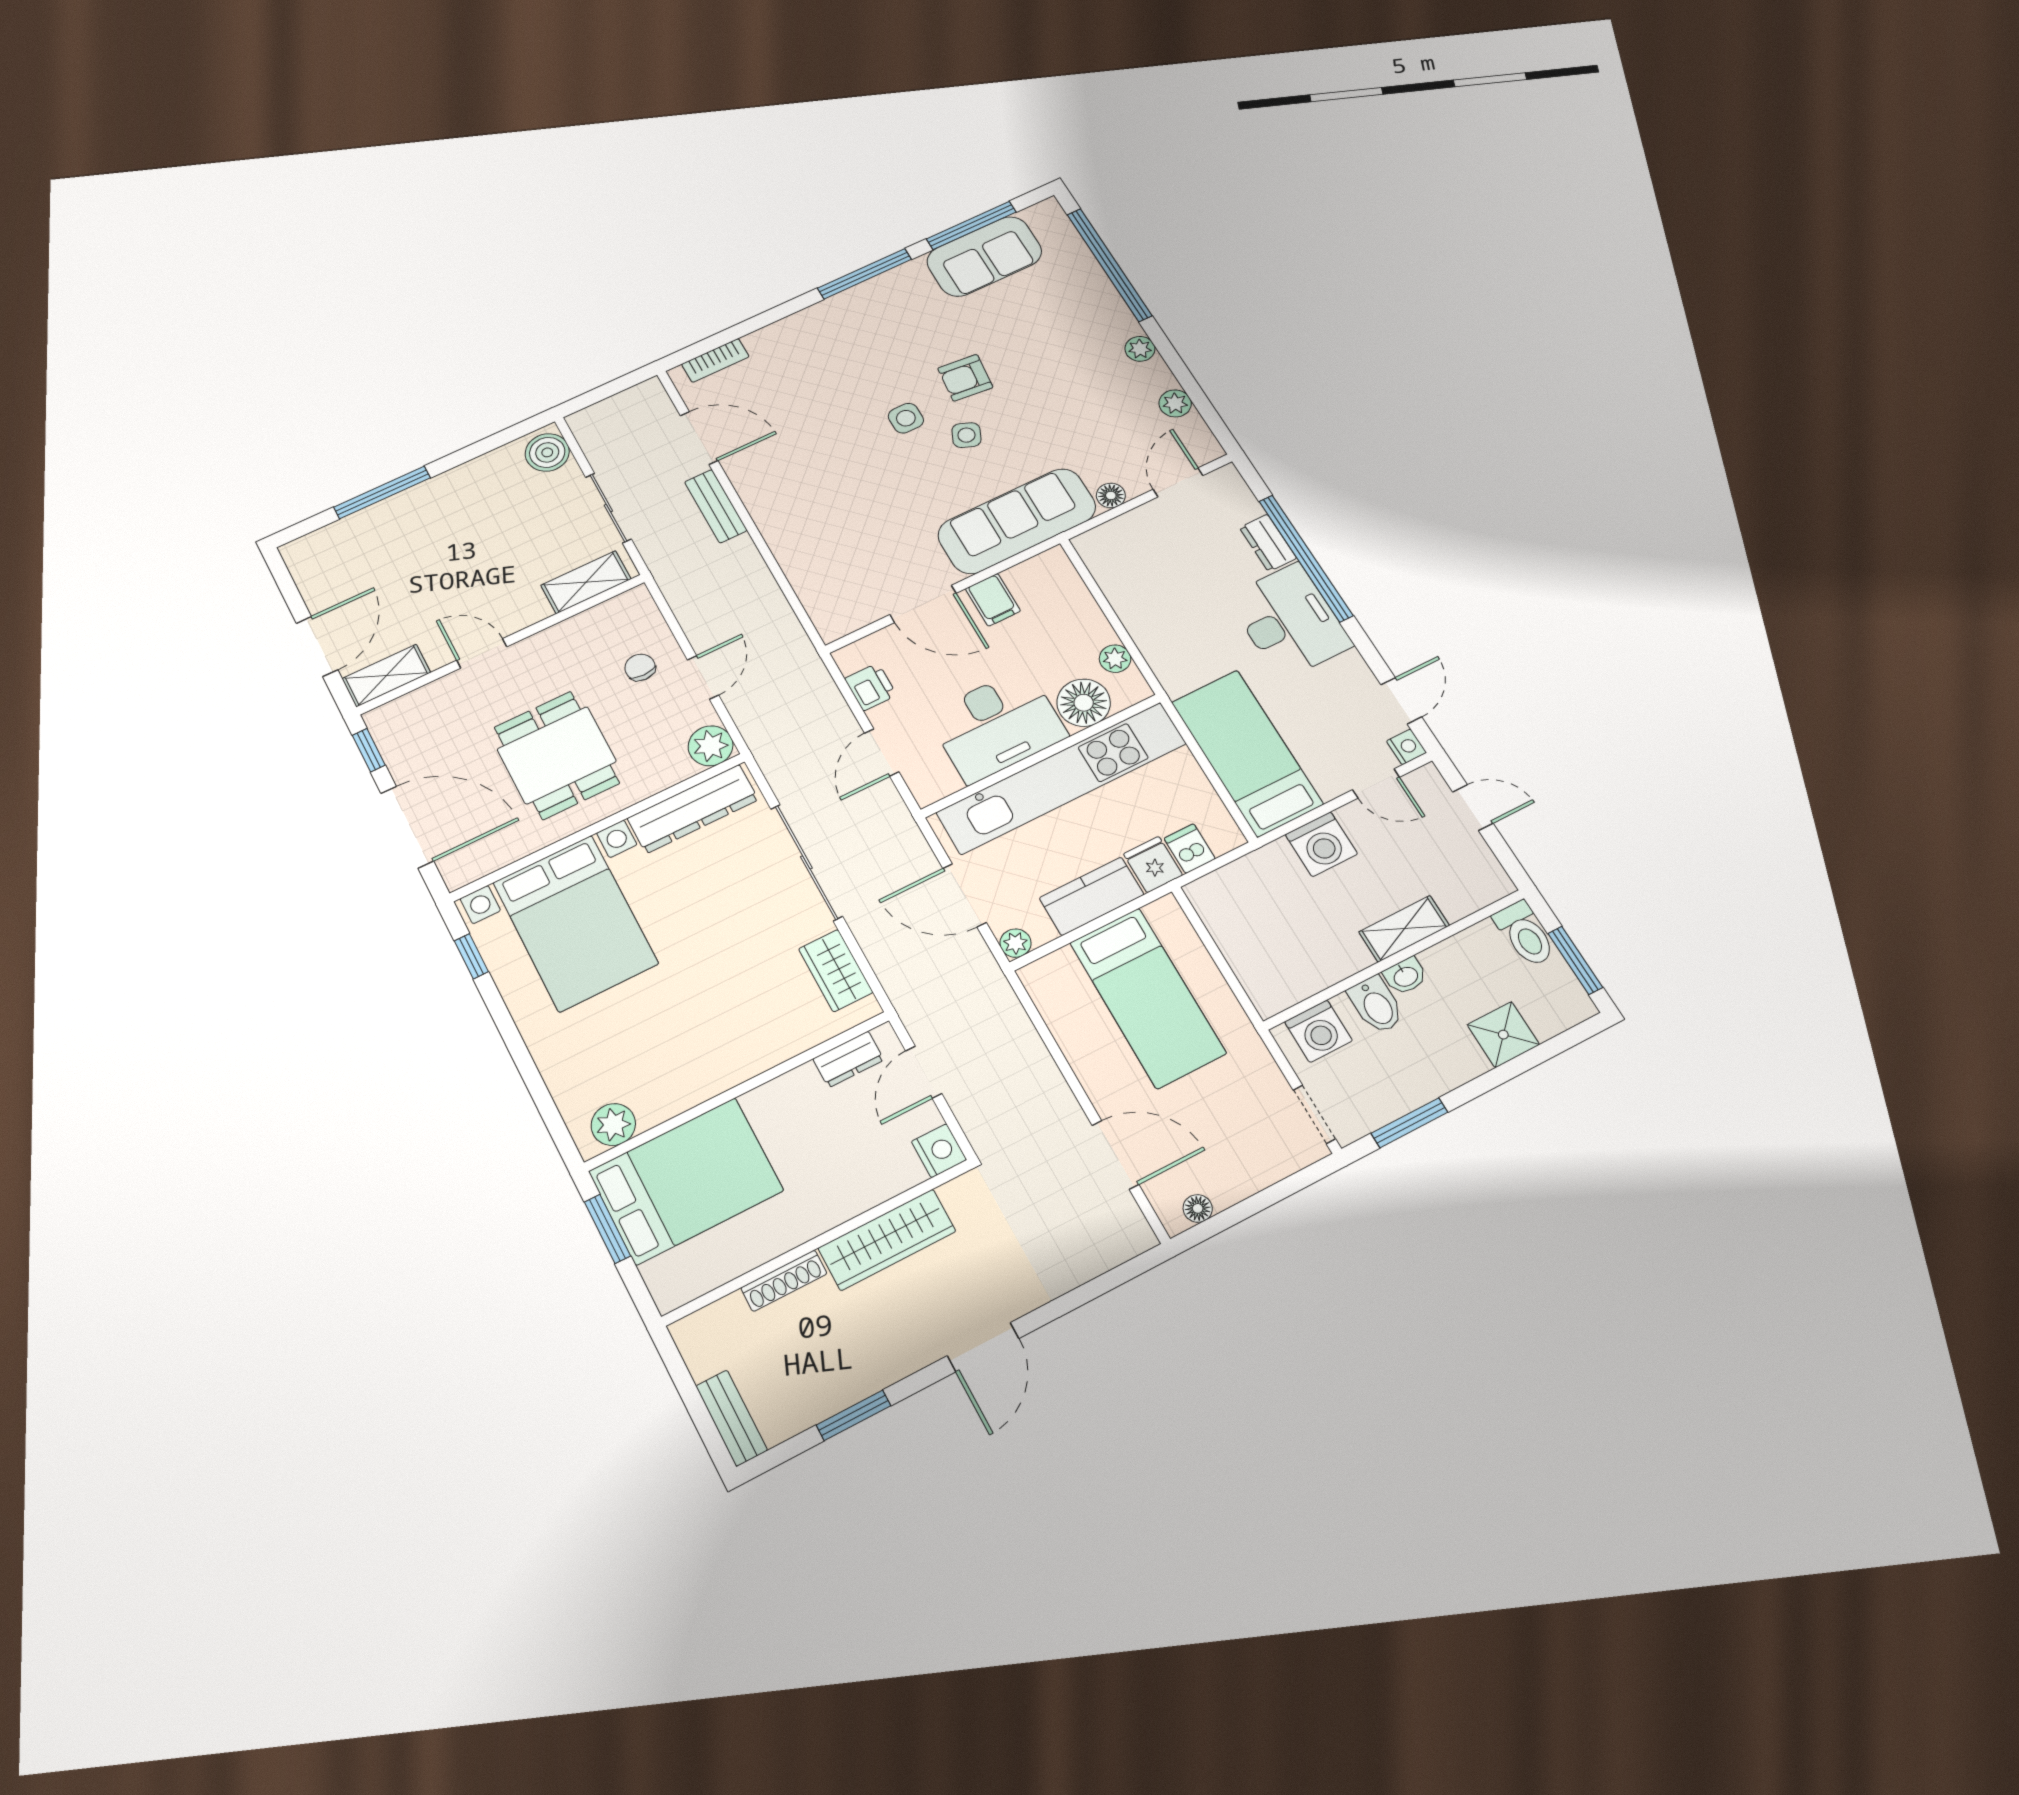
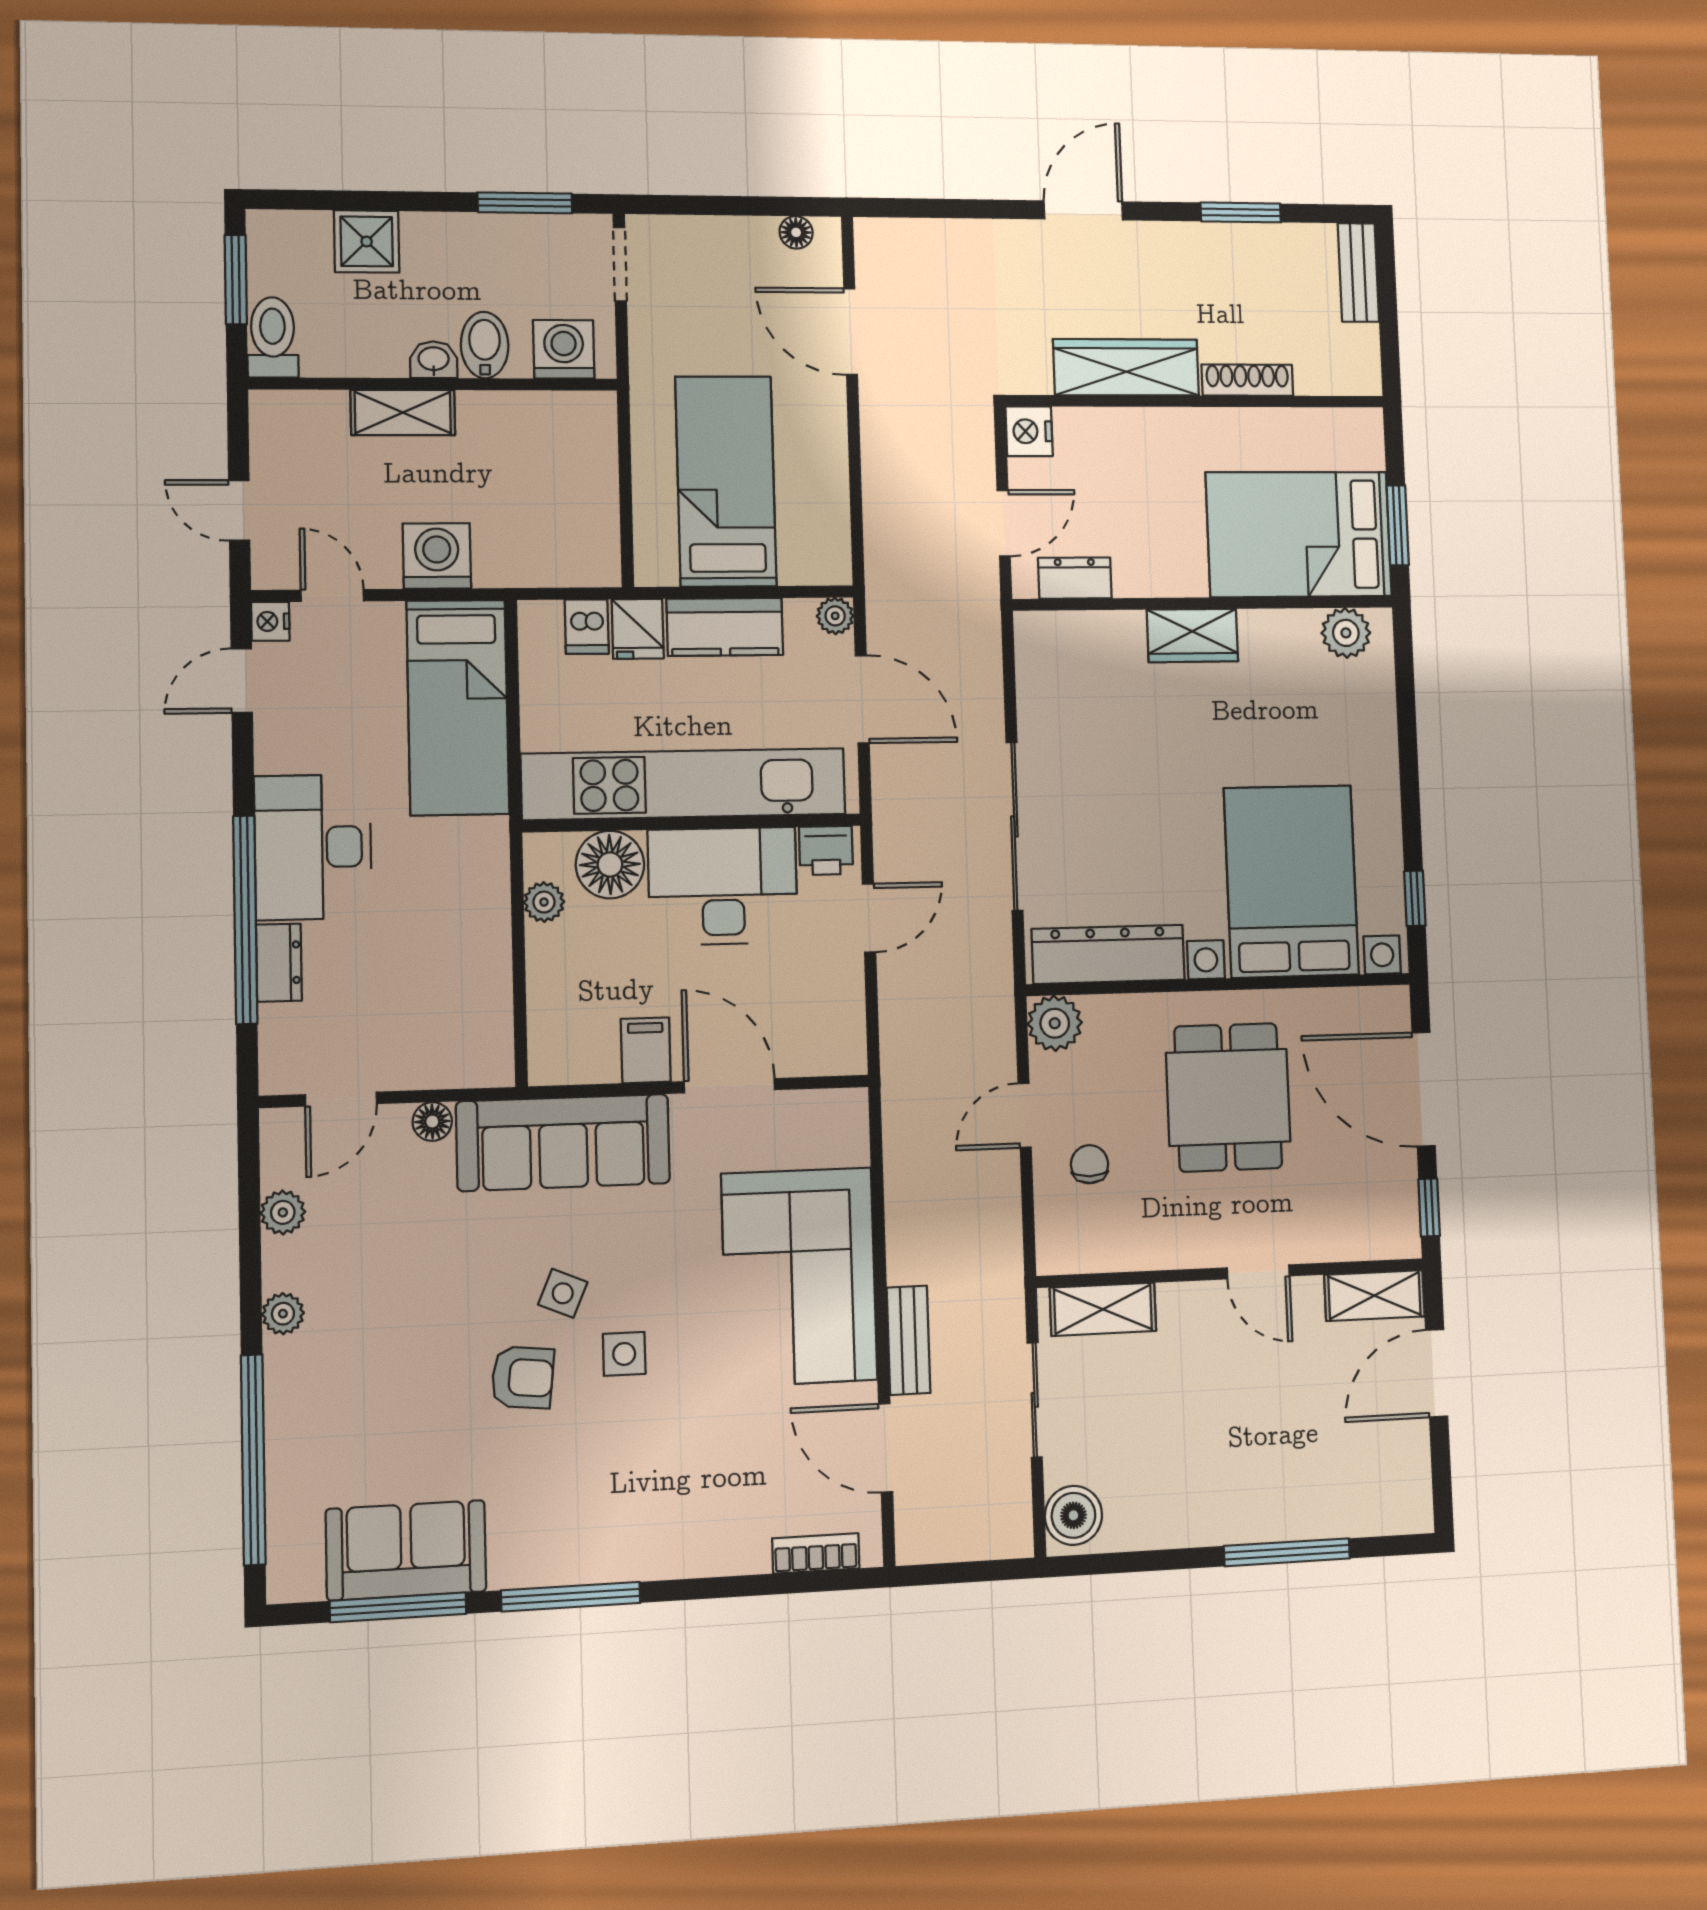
corner sofa: (812, 511) -> (799, 1277), added
chair: (640, 667) -> (1090, 1164), turned 180
printer: (871, 687) -> (826, 850), moved, turned -90
wardrobe: (836, 971) -> (1192, 635), moved, turned 90

